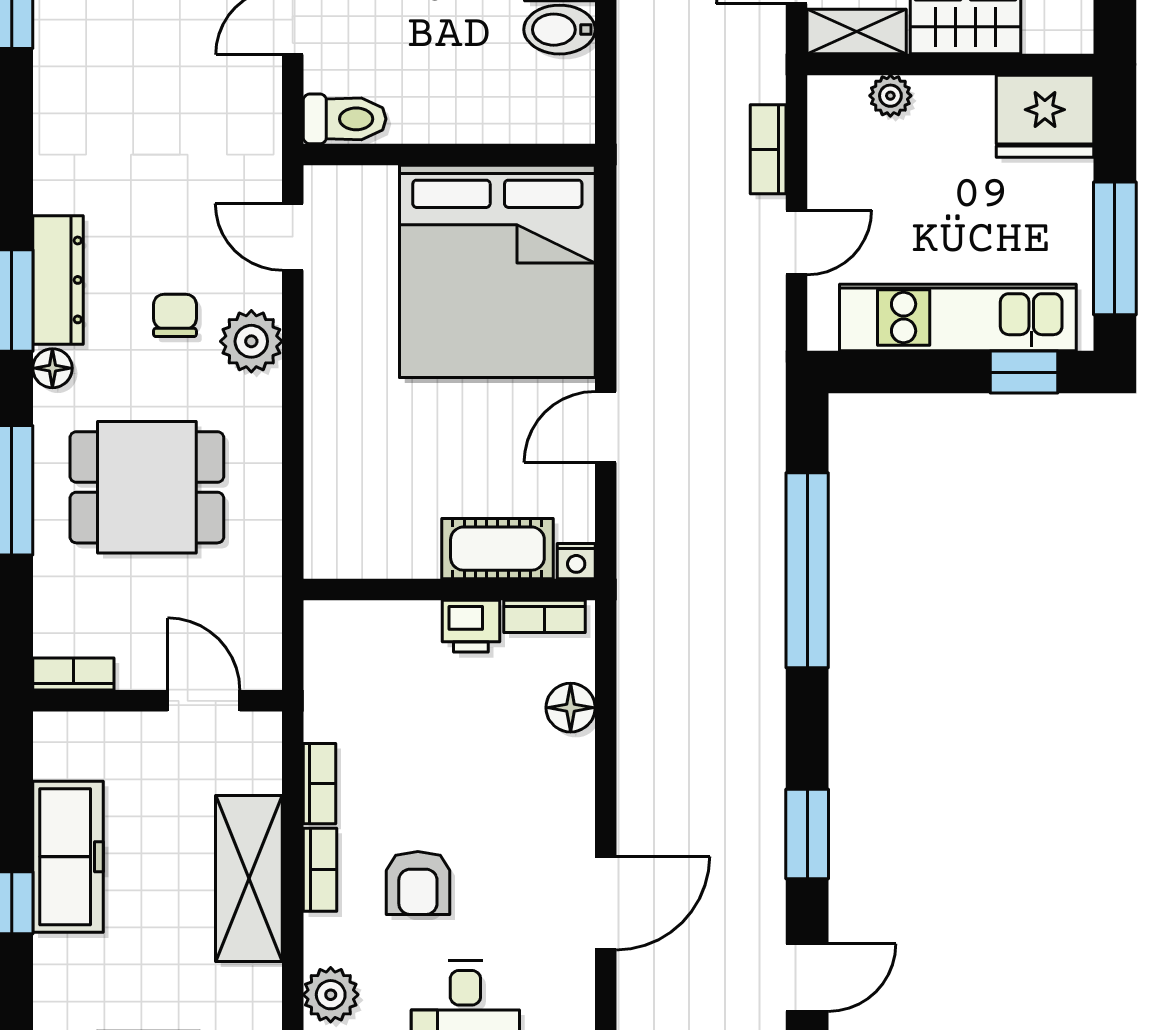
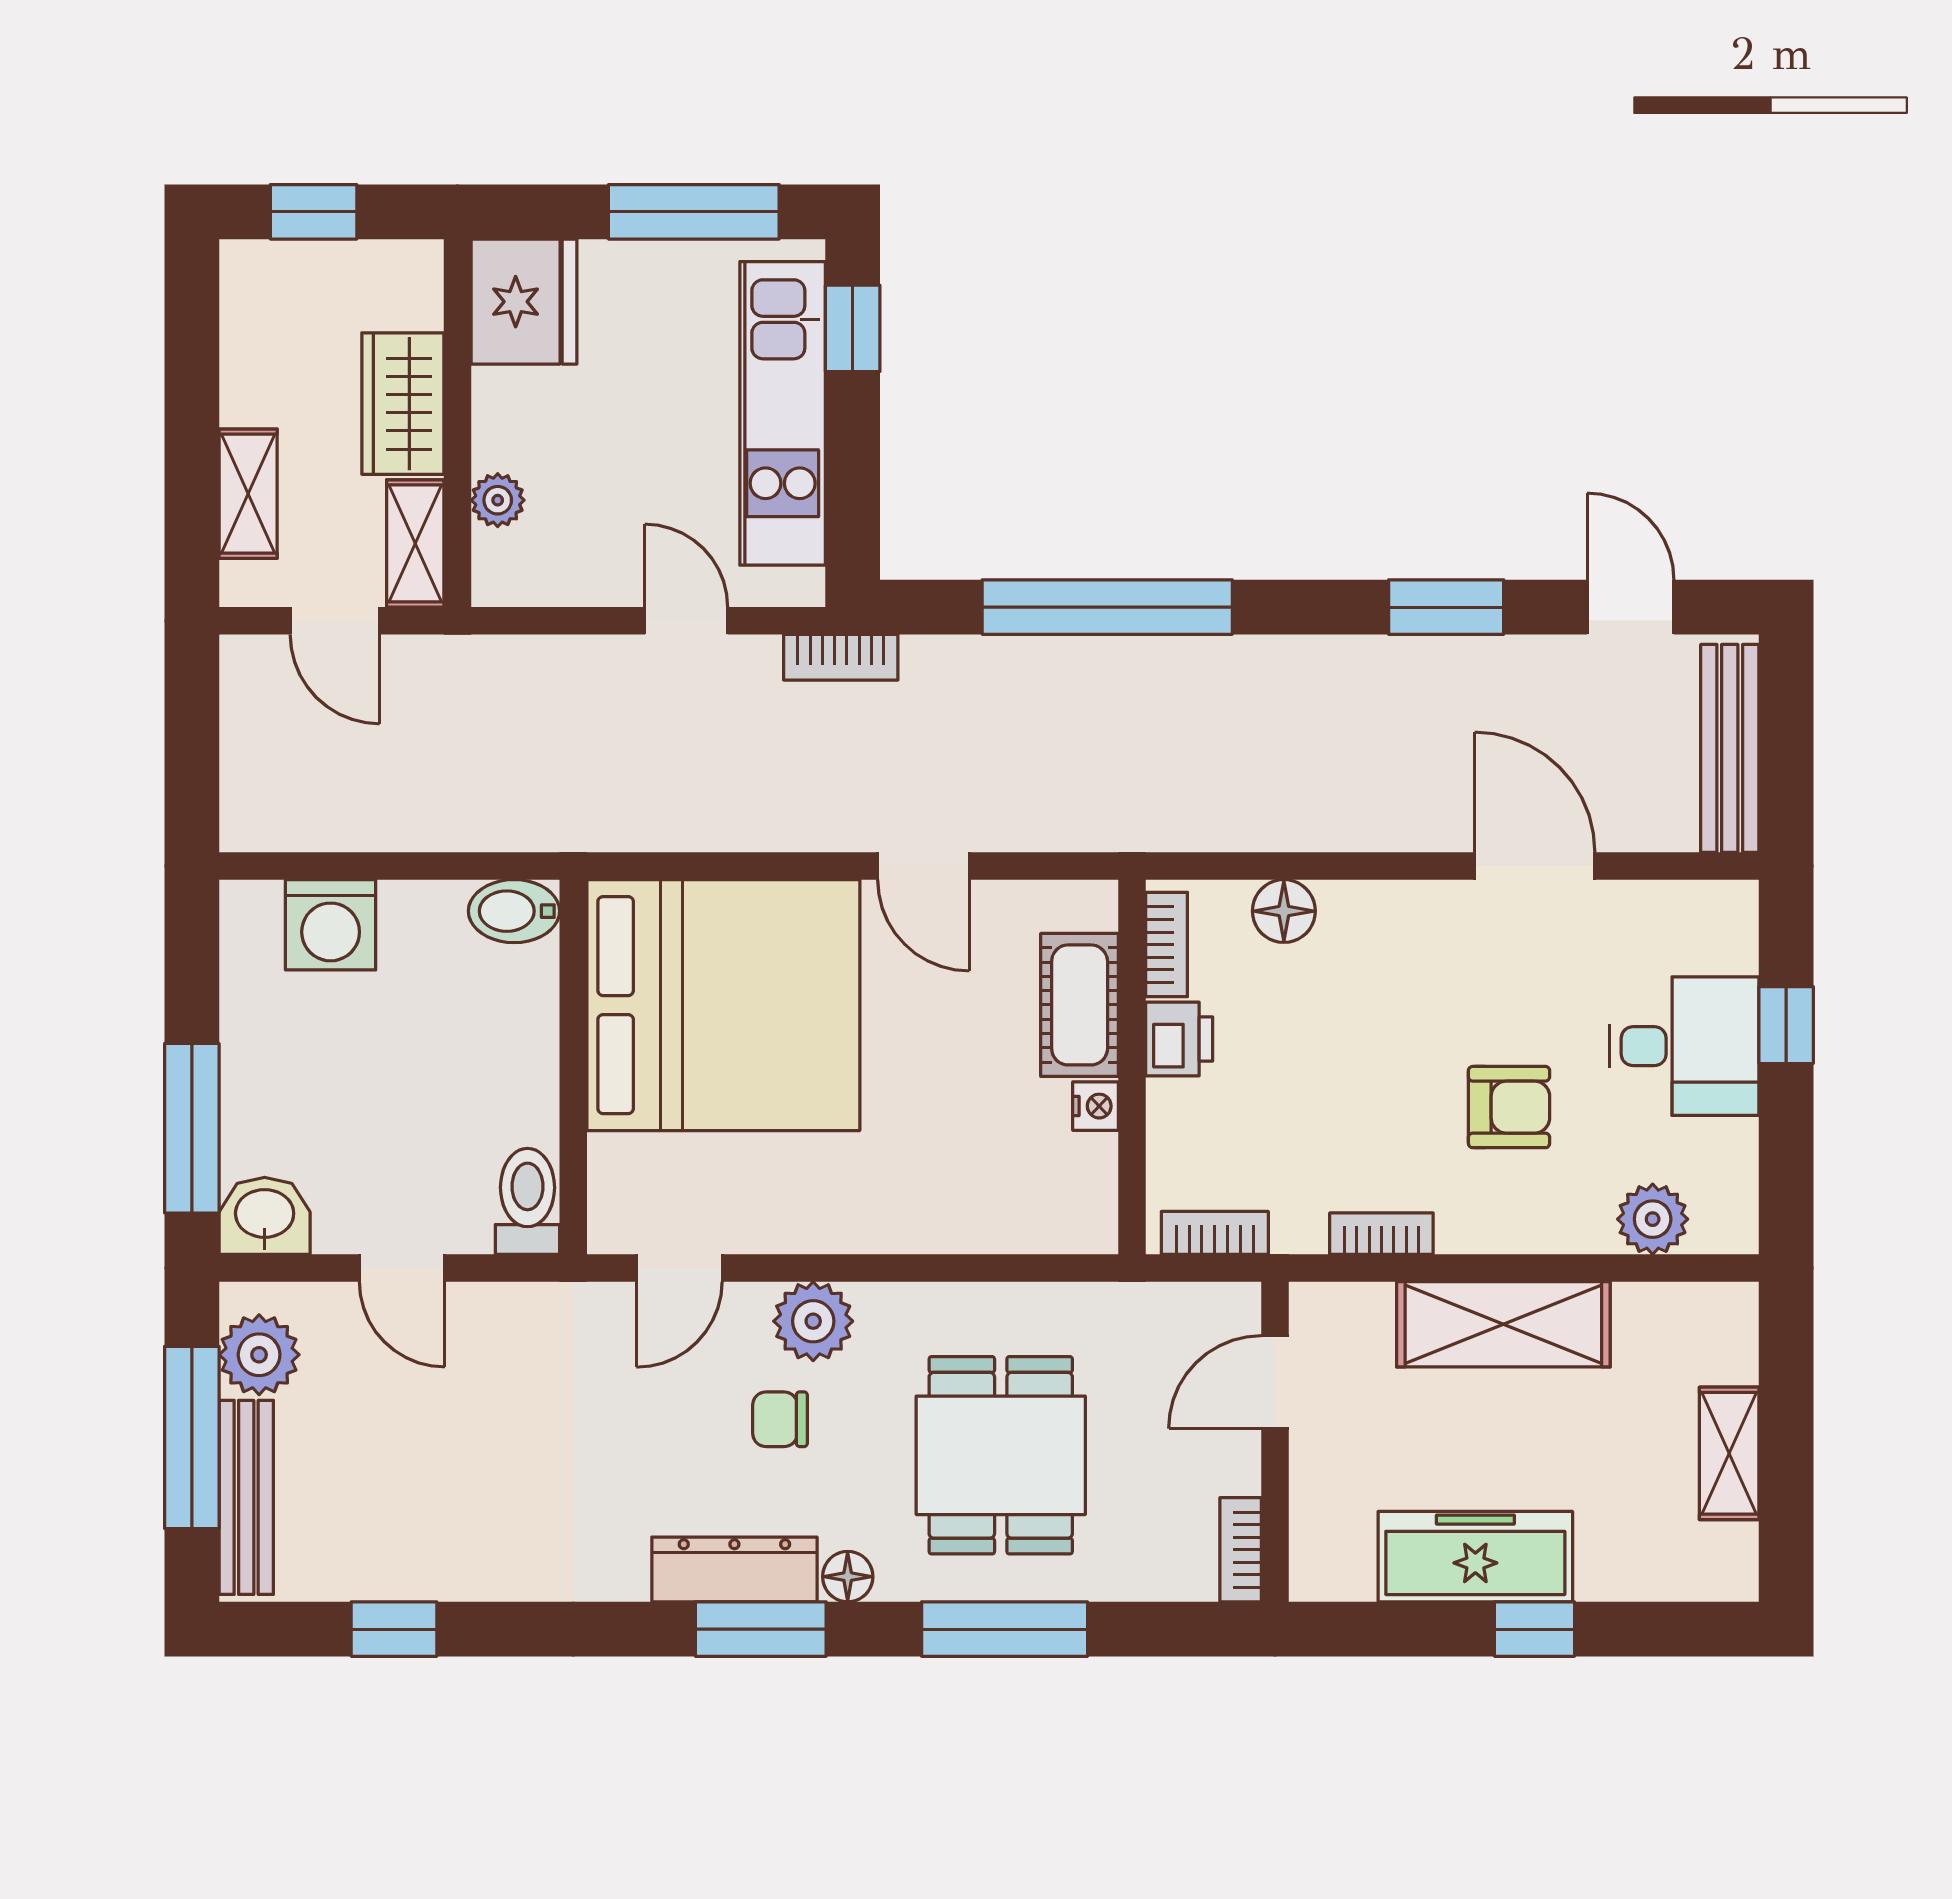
bidet: (560, 30) -> (514, 911), moved, turned 90
bookcase: (768, 149) -> (841, 657), moved
nightstand: (576, 561) -> (1096, 1106), moved
bookcase: (320, 870) -> (1215, 1233), moved

